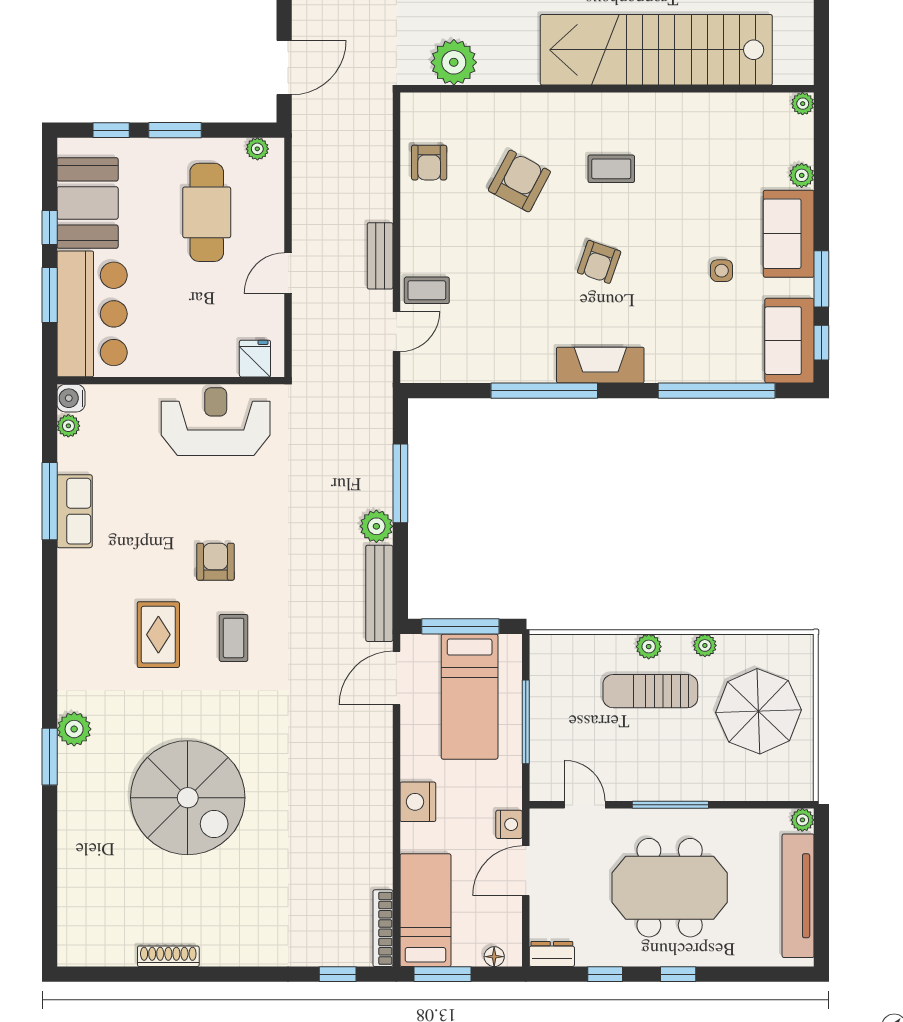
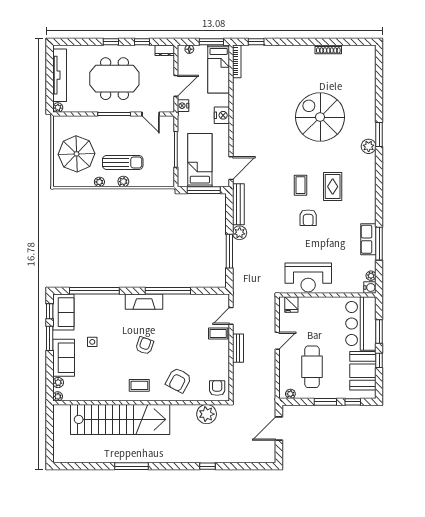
stairs: (656, 50) -> (120, 419), moved
plant: (454, 62) -> (207, 414), moved
wall: (607, 89) -> (141, 403), moved
plant: (803, 104) -> (58, 396), moved

